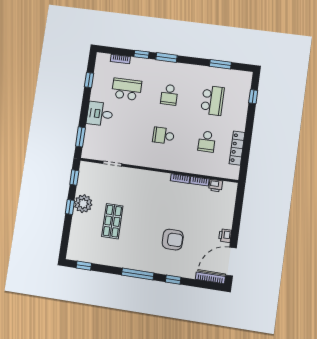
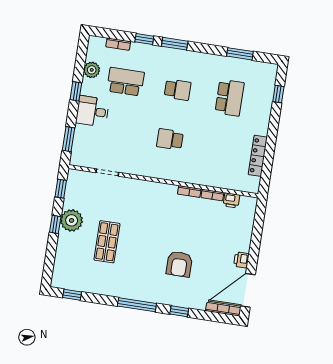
window: (89, 80) -> (76, 91), moved
plant: (99, 80) -> (92, 70), added
school desk: (169, 95) -> (178, 90), turned -90
school desk: (207, 142) -> (222, 147), removed
armchair: (173, 240) -> (179, 264), turned 90

